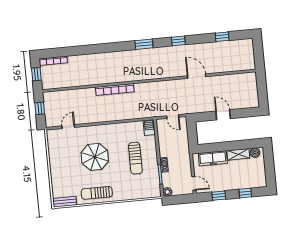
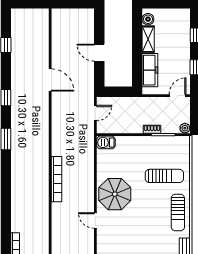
door: (197, 76) -> (50, 80), swing flipped
door: (223, 115) -> (99, 53), hinge flipped
door: (68, 127) -> (95, 220), moved
parasol: (95, 157) -> (115, 194), moved
sun lounger: (135, 158) -> (164, 176), moved

